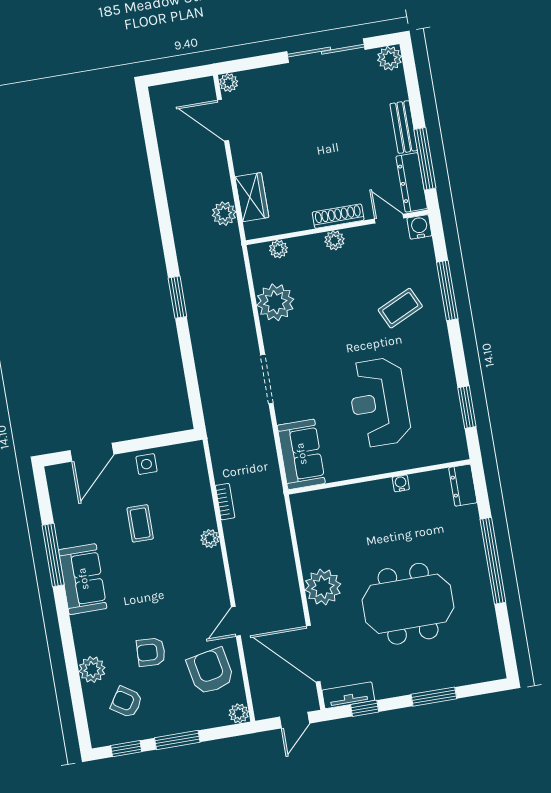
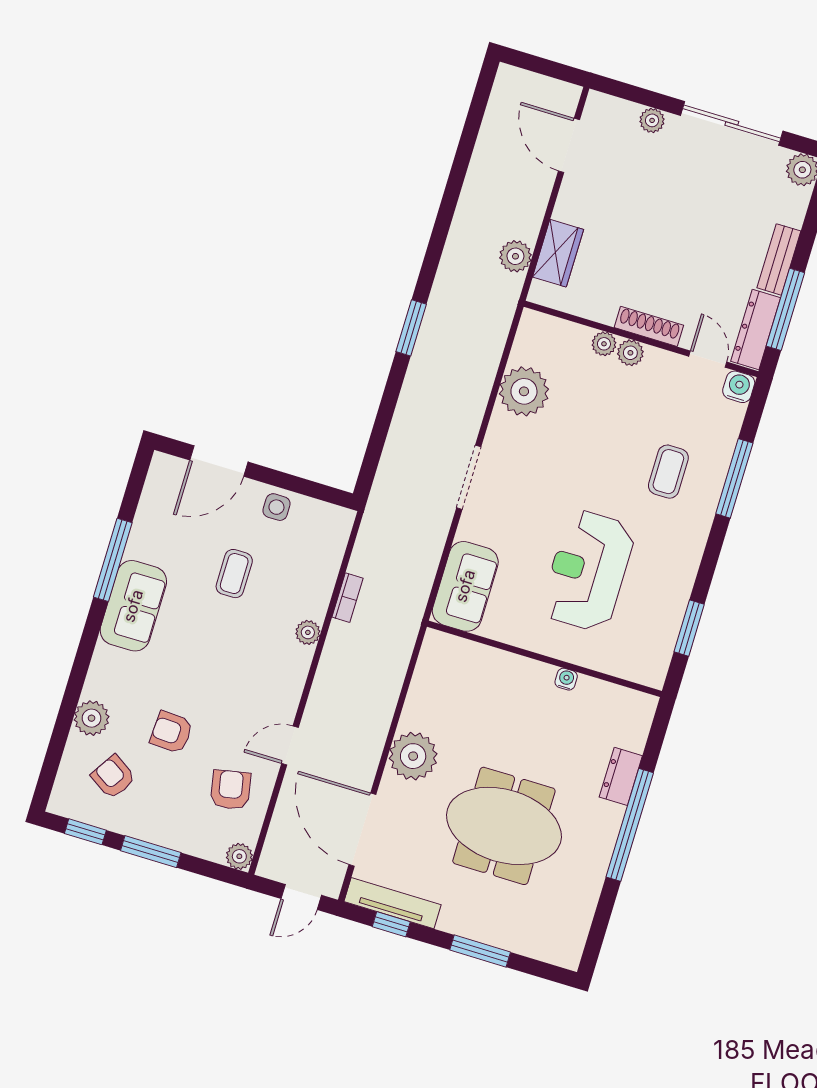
plant: (229, 83) -> (652, 120), moved
plant: (278, 249) -> (604, 344), moved
coffee table: (400, 308) -> (668, 472), turned -65
dresser: (463, 485) -> (621, 776), moved
armchair: (210, 671) -> (231, 790), width x0.72, depth x0.72
tv unit: (348, 695) -> (393, 903), width x1.41

